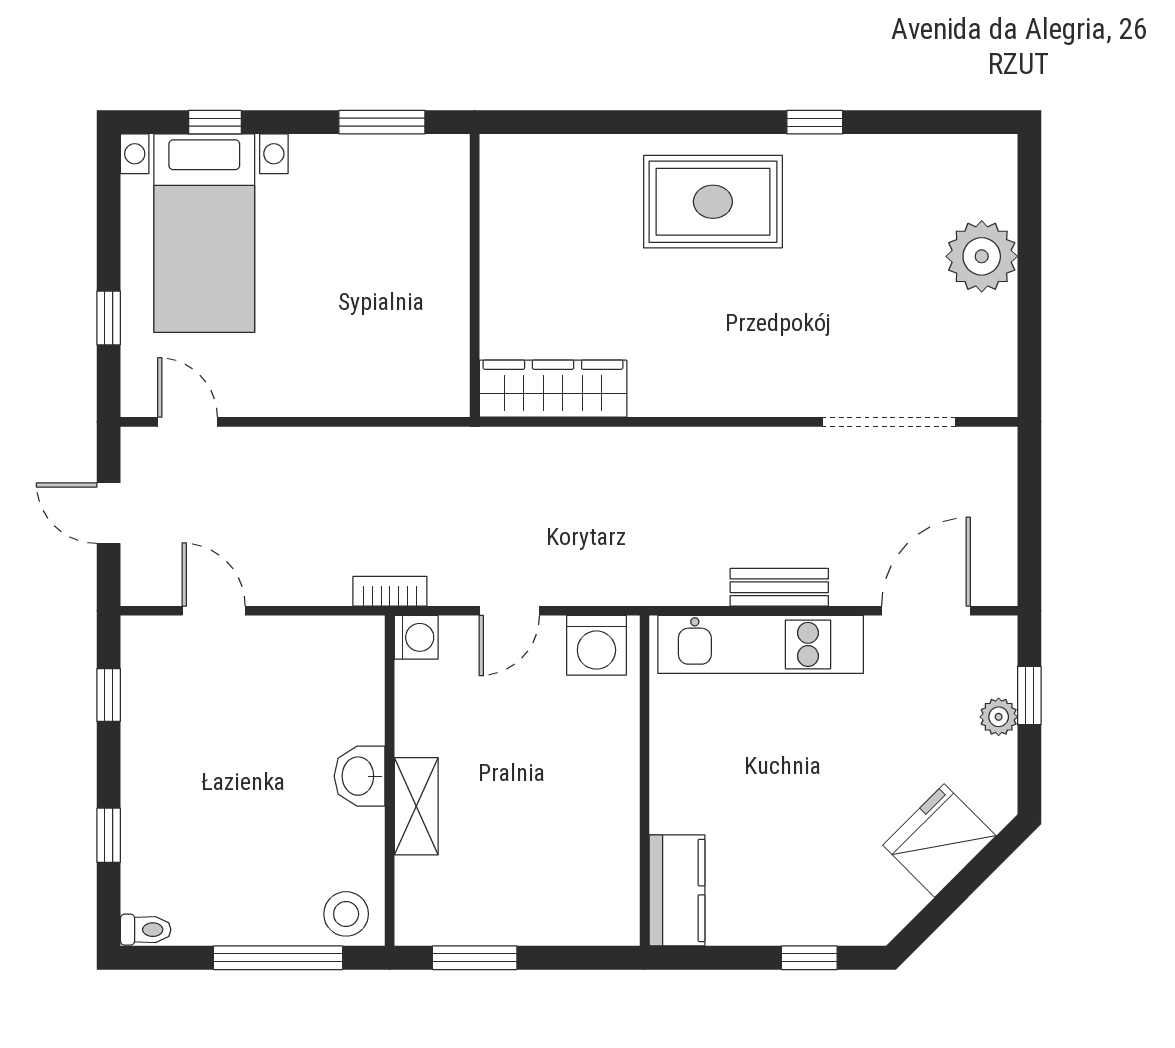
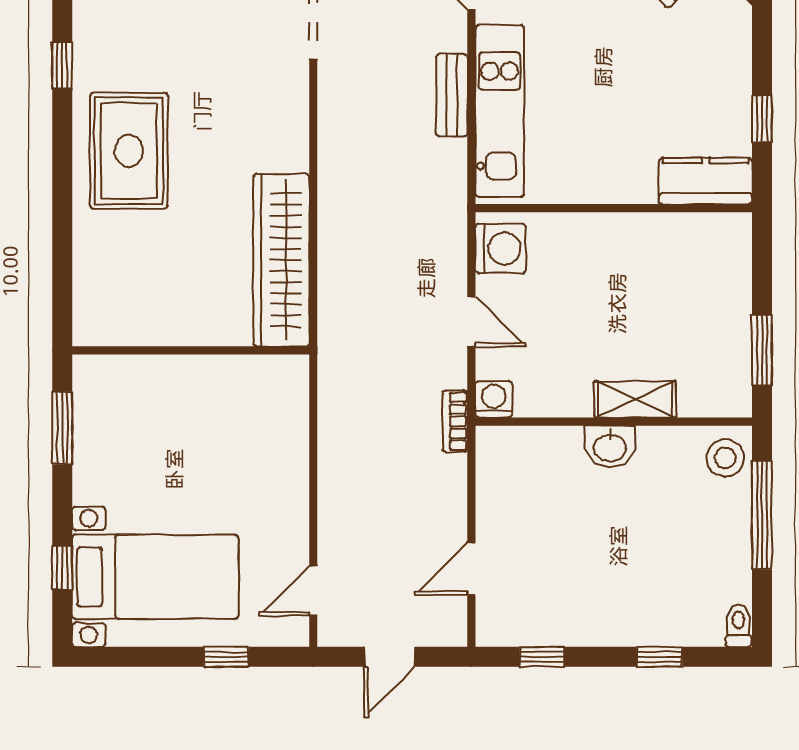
wardrobe: (553, 389) -> (281, 260), width x1.40, depth x1.17
window: (809, 958) -> (762, 119), moved

